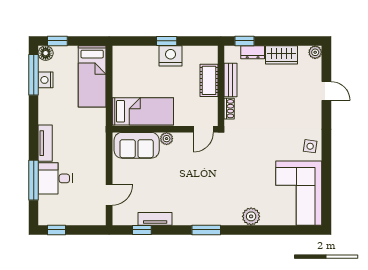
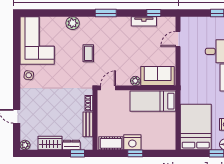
bed: (92, 76) -> (196, 127), width x1.50
cot: (209, 80) -> (111, 143), moved, turned 90
coffee table: (230, 176) -> (88, 53), added

